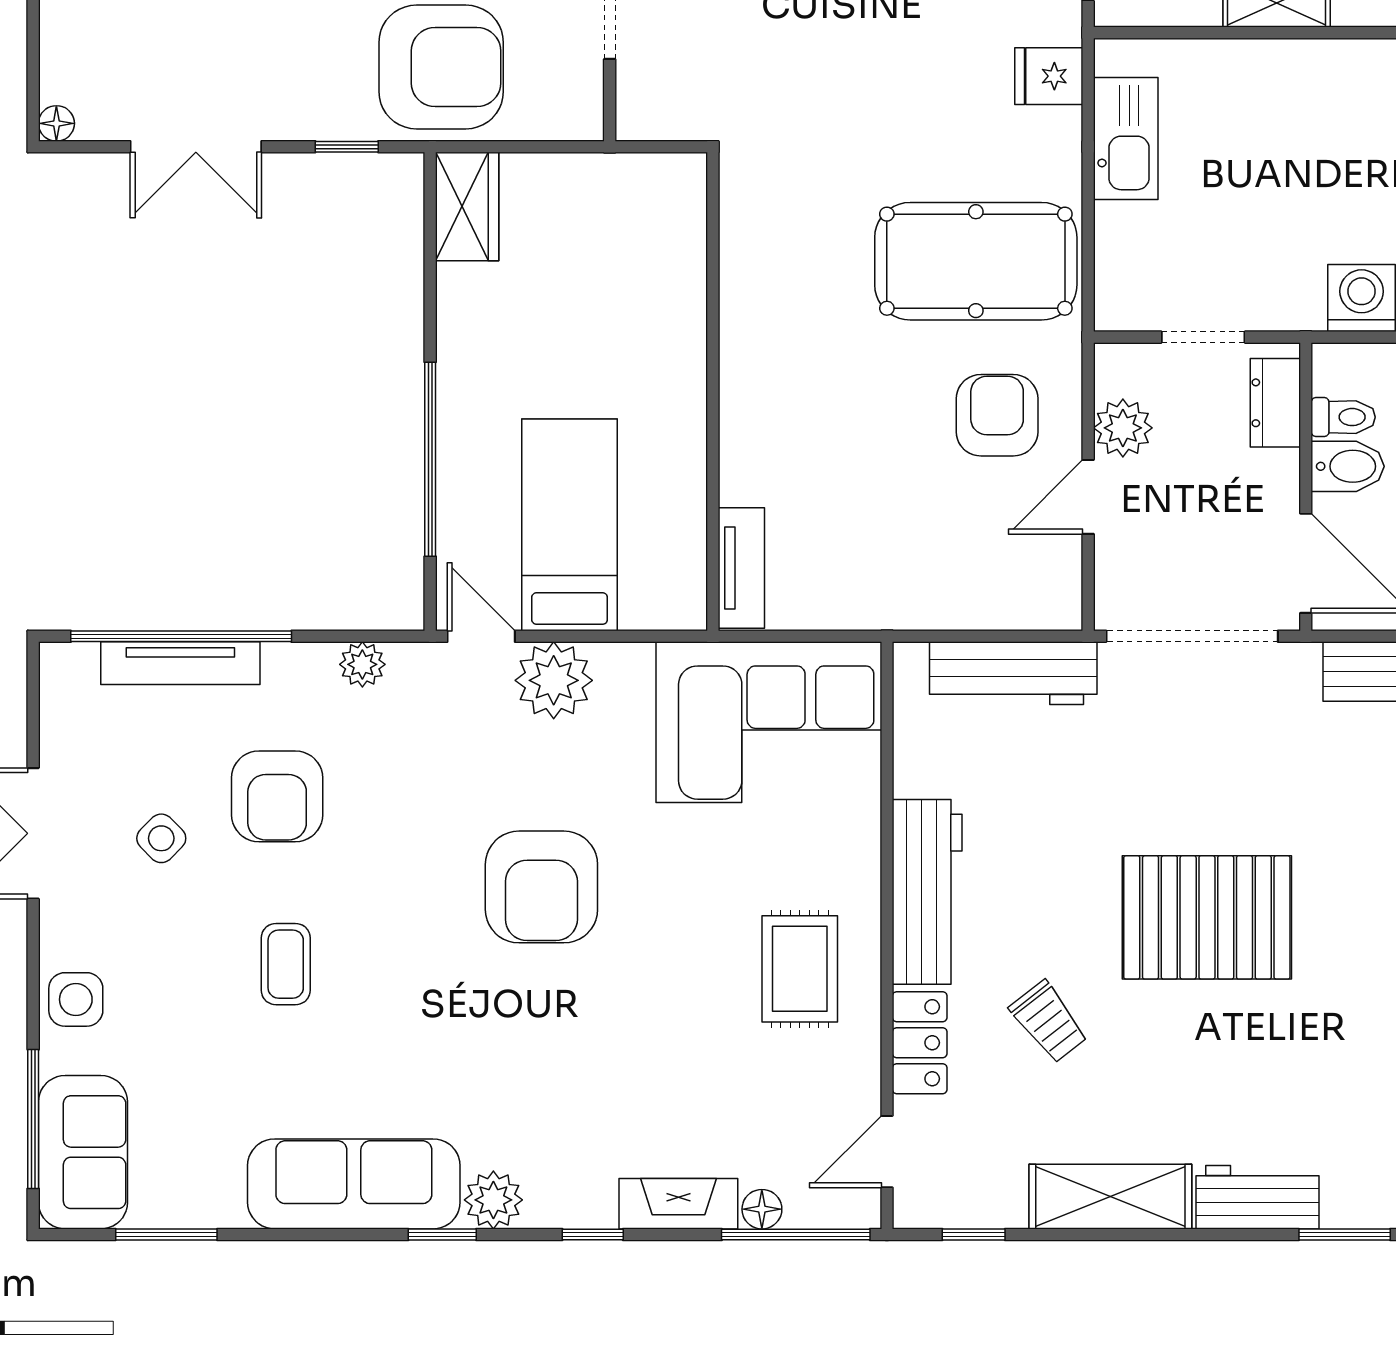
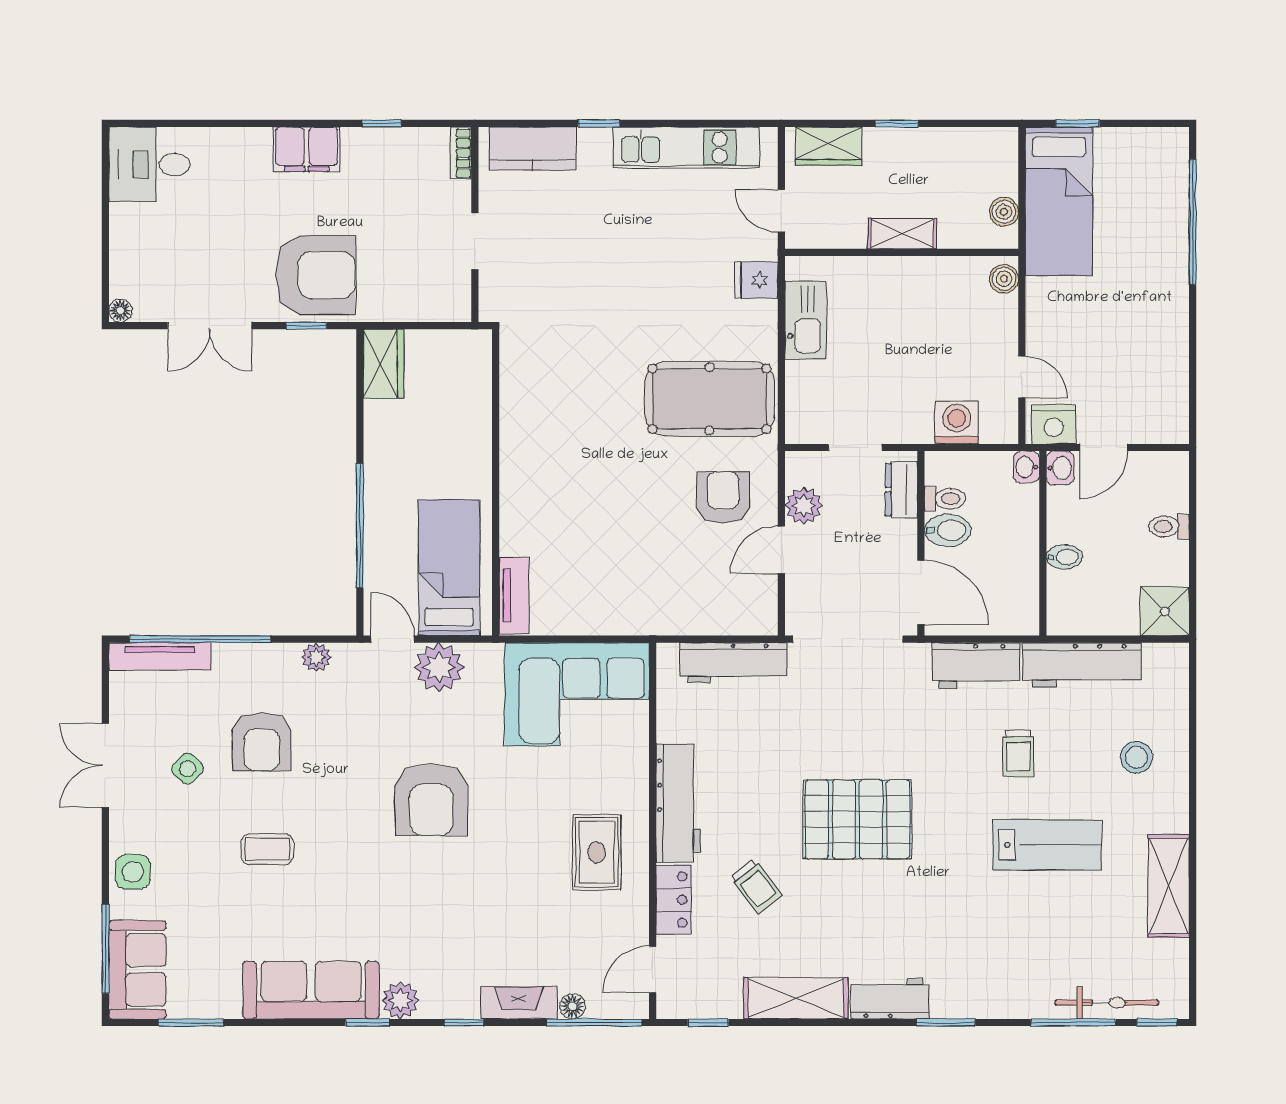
armchair: (441, 67) -> (316, 275), moved
wall: (713, 392) -> (496, 482), moved
tv unit: (741, 568) -> (514, 595), moved
tv unit: (180, 663) -> (160, 656), moved
coffee table: (286, 964) -> (267, 849), turned 90

